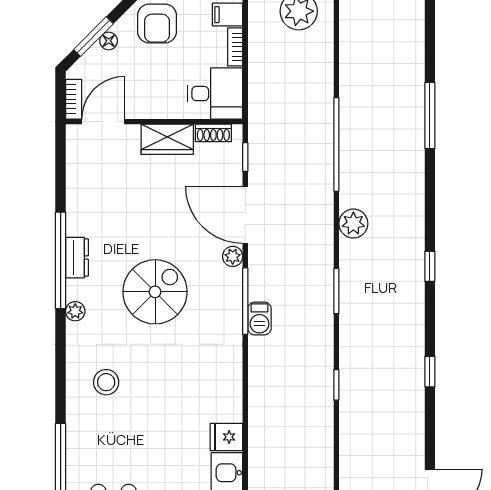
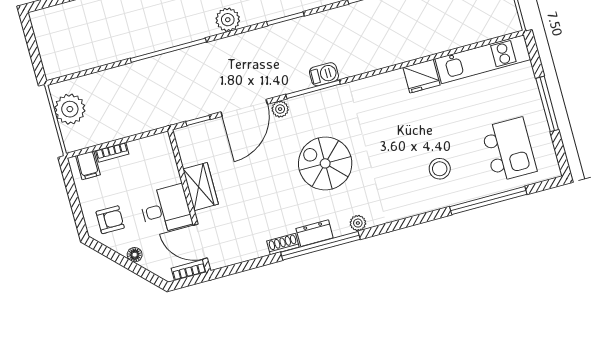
armchair: (157, 23) -> (110, 220), width x0.72, depth x0.72
window: (93, 37) -> (134, 268), removed
desk: (215, 94) -> (166, 209), moved, turned 90
shoe rack: (213, 133) -> (283, 244), moved, turned -90
stool: (106, 382) -> (440, 169), moved
fridge: (226, 437) -> (422, 76), width x1.38

